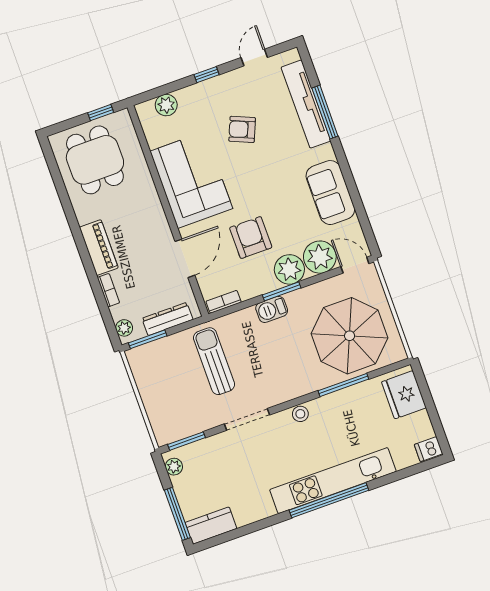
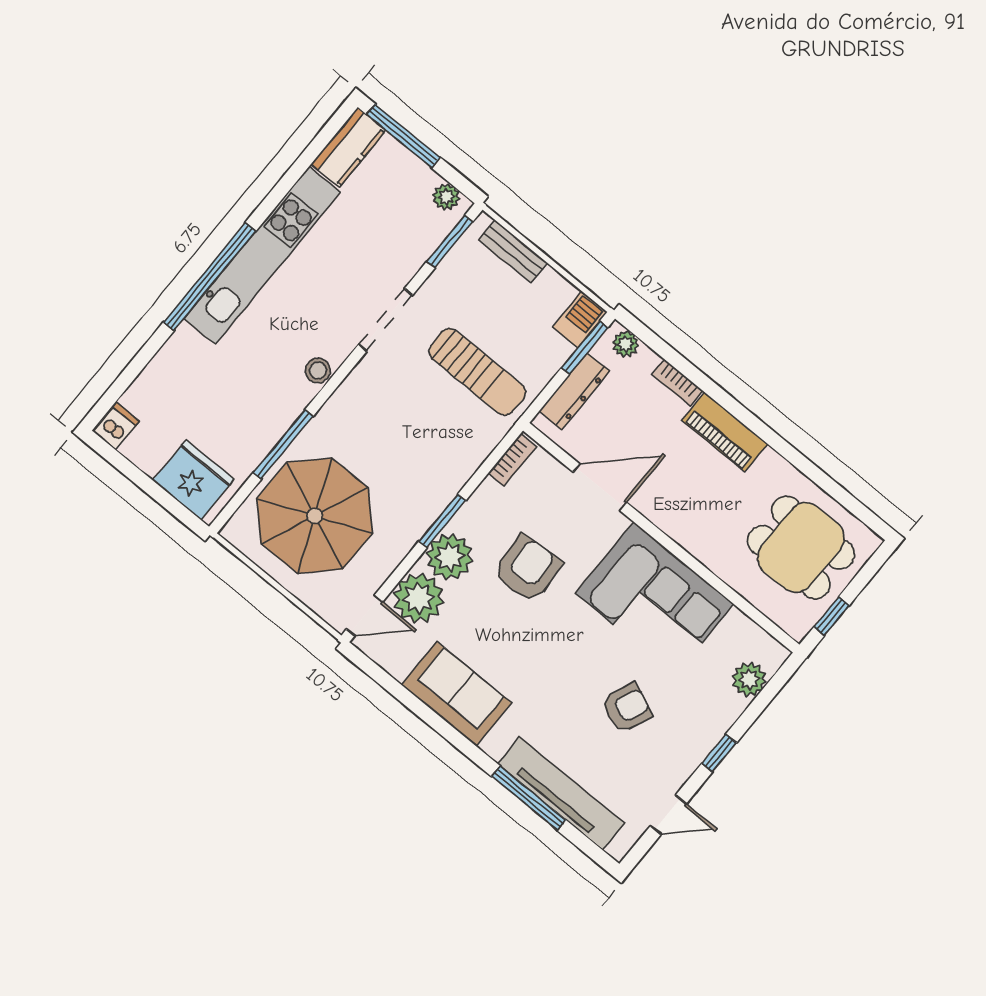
door: (254, 57) -> (668, 815), hinge flipped
armchair: (251, 238) -> (528, 569), turned -94
door: (185, 258) -> (600, 487), swing flipped
barbecue: (272, 309) -> (580, 320), moved
bench: (155, 415) -> (513, 251), added
kitchen unit: (333, 481) -> (262, 255), moved

